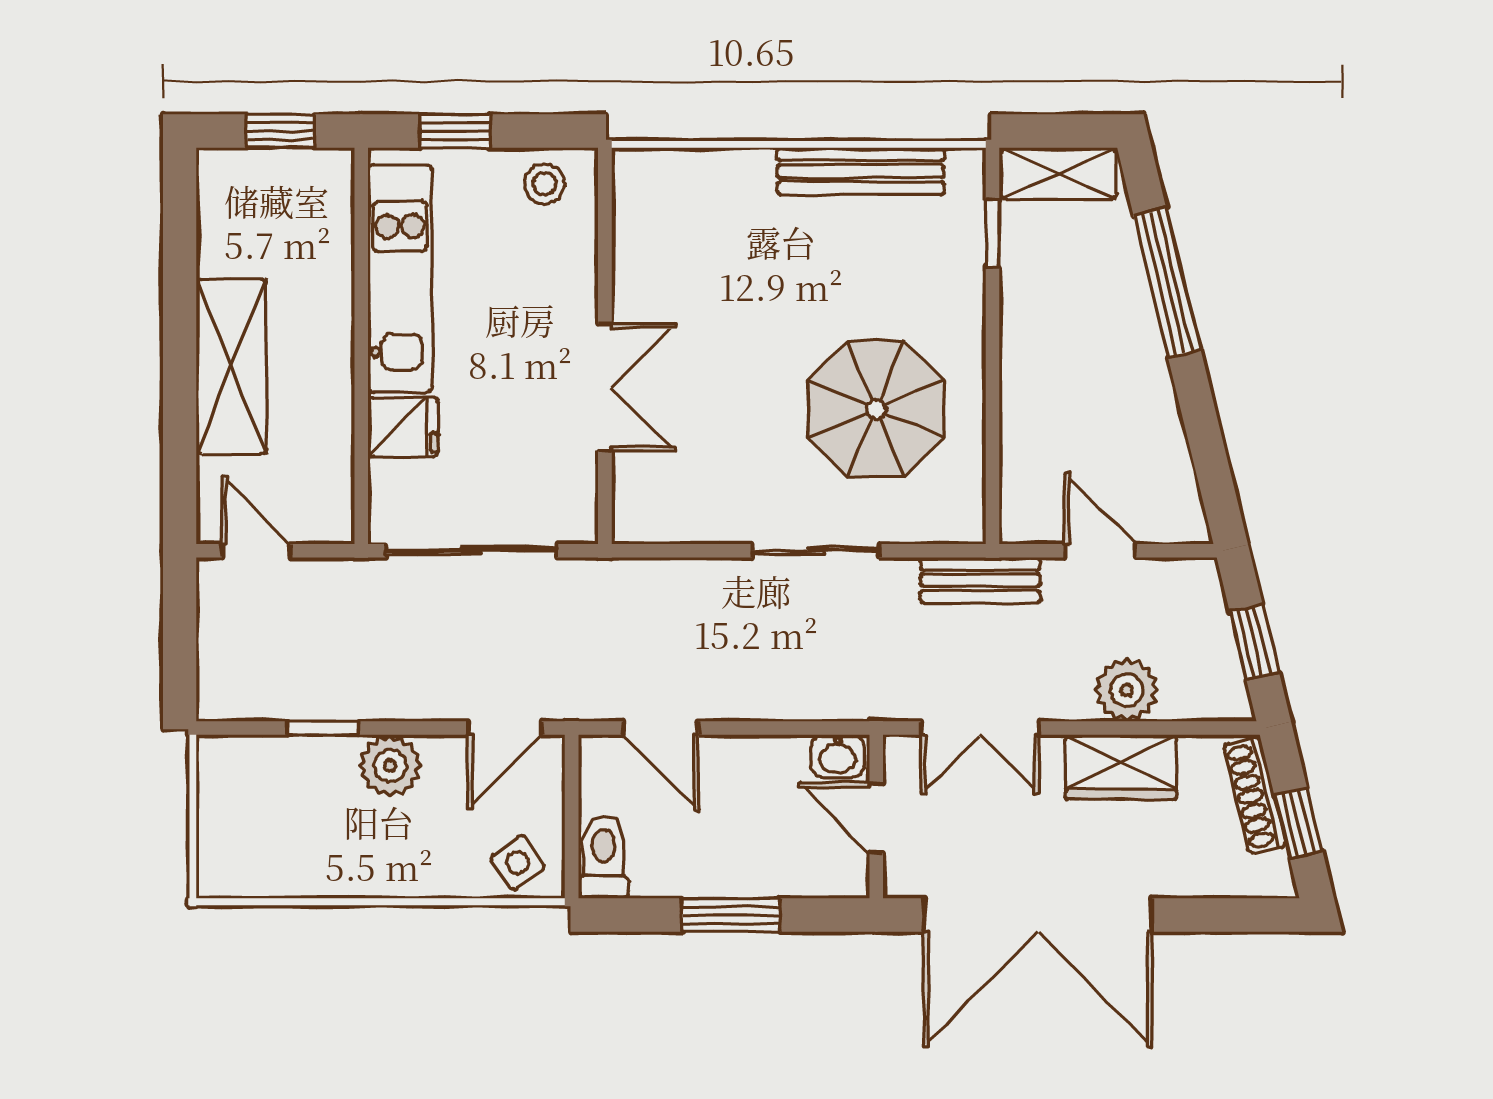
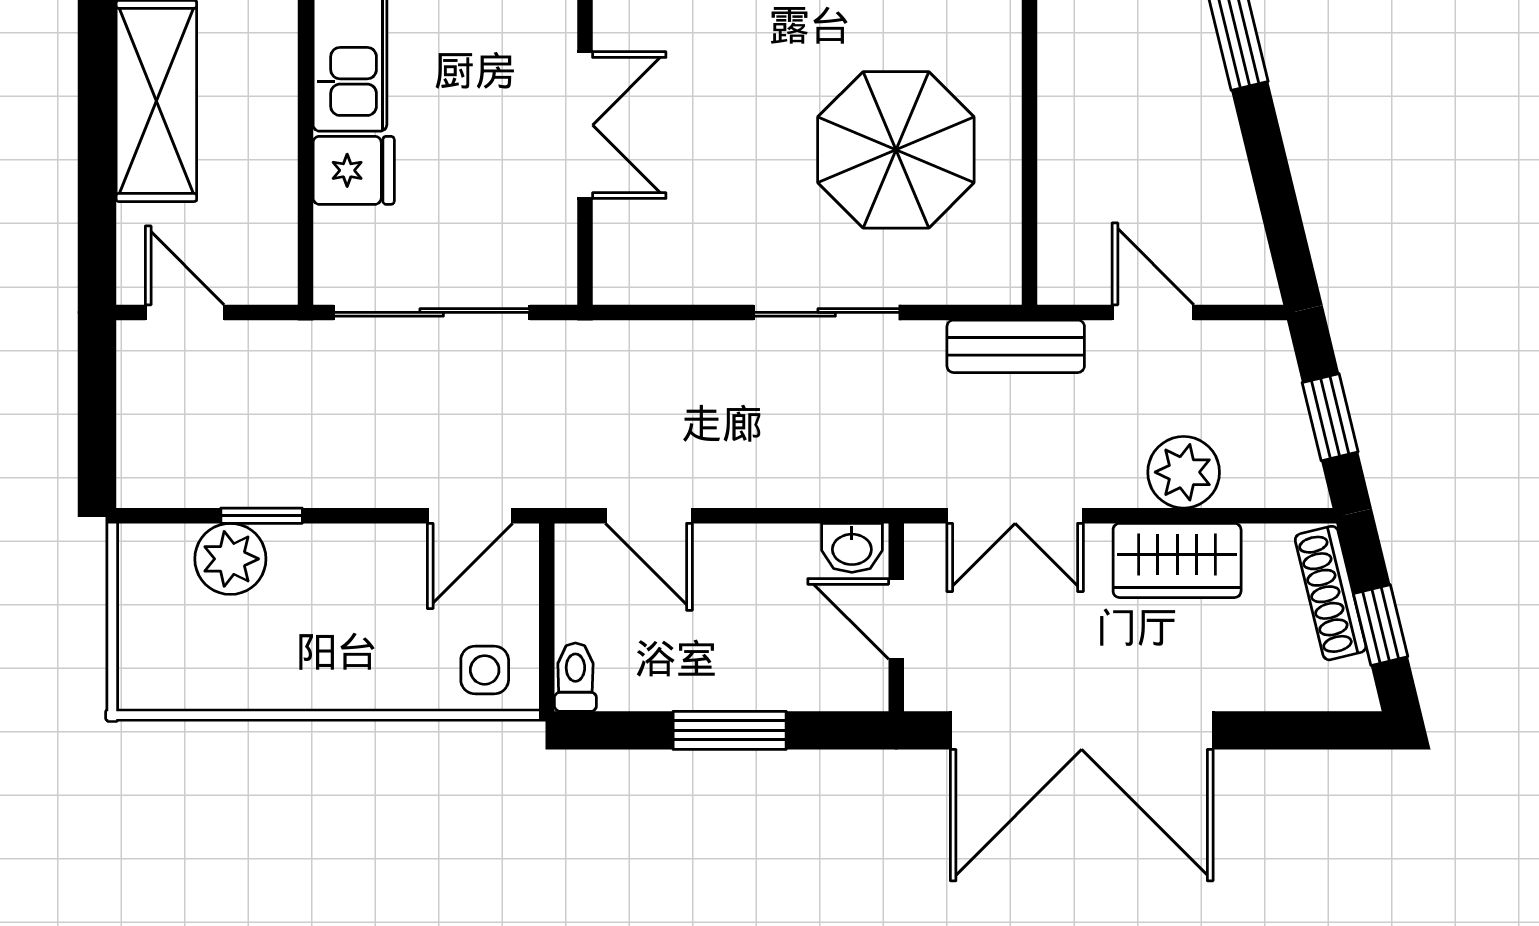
plant: (390, 766) -> (230, 559), moved
toilet: (603, 857) -> (575, 677), width x0.73, depth x0.72
side table: (517, 862) -> (485, 670), turned 35

